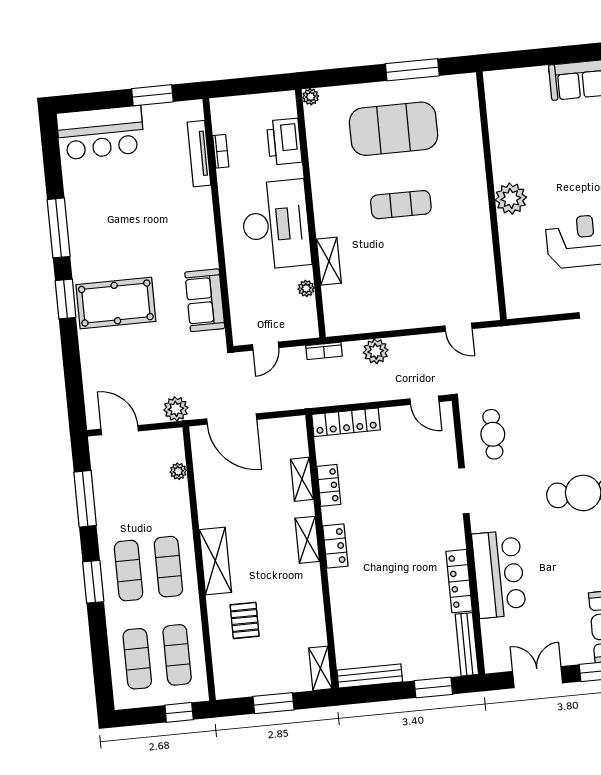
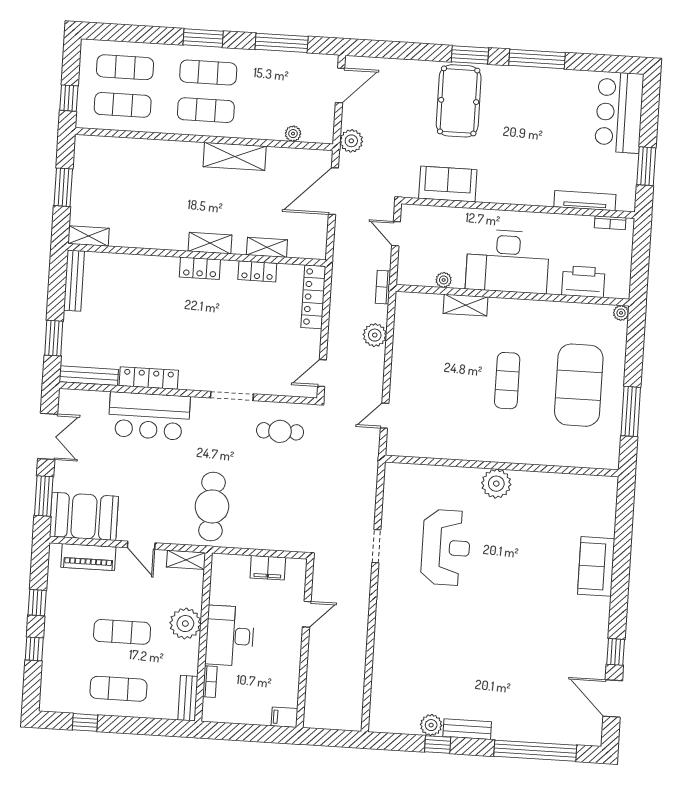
bookcase: (221, 151) -> (610, 223), moved
shelving: (215, 561) -> (235, 156), moved
pallet: (245, 620) -> (144, 173), removed

